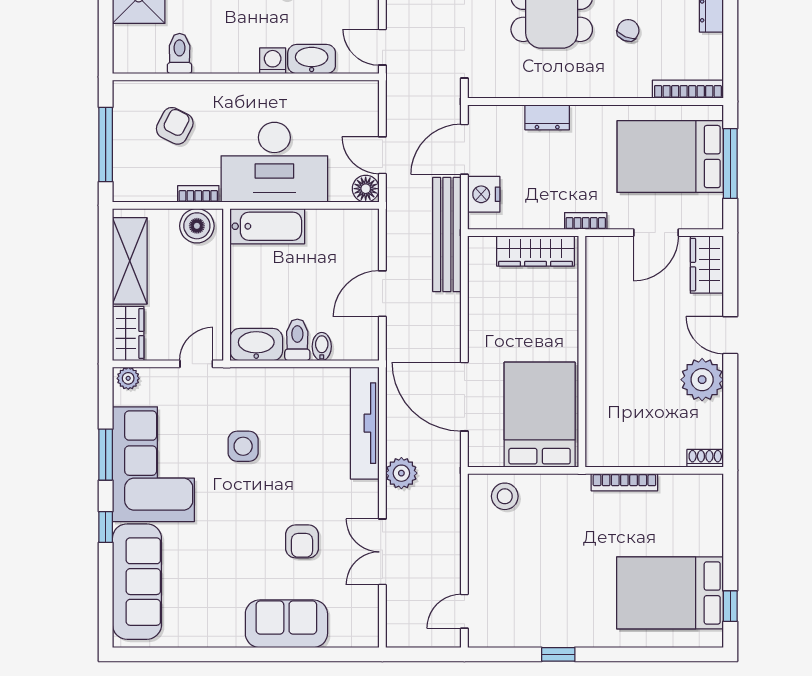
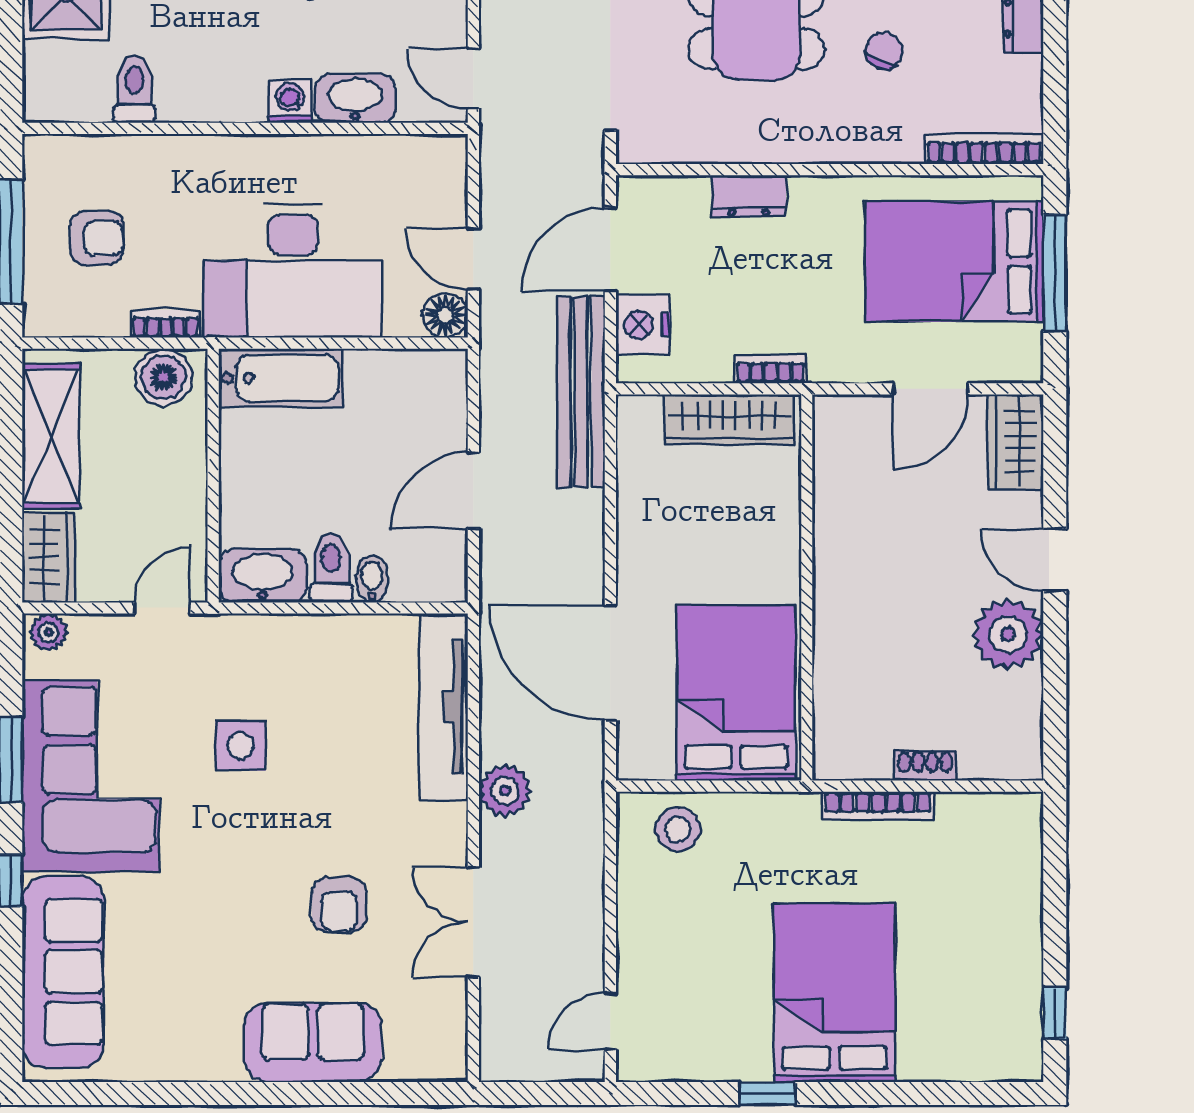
armchair: (175, 126) -> (97, 238), moved, turned 63
bookcase: (586, 221) -> (771, 369), moved
shoe rack: (705, 458) -> (925, 766), moved
bed: (670, 593) -> (834, 993), moved, turned 90

